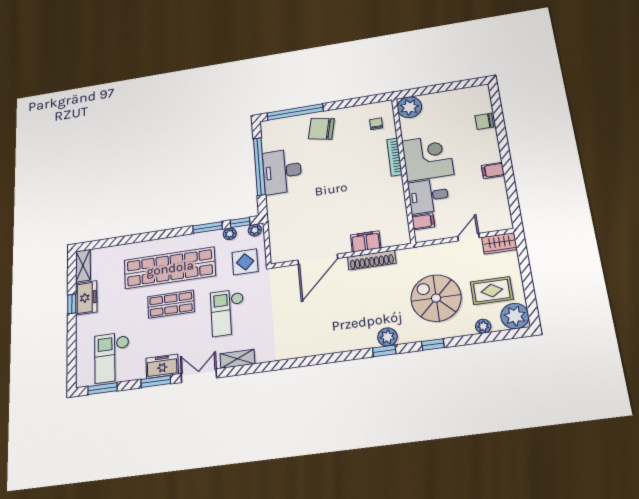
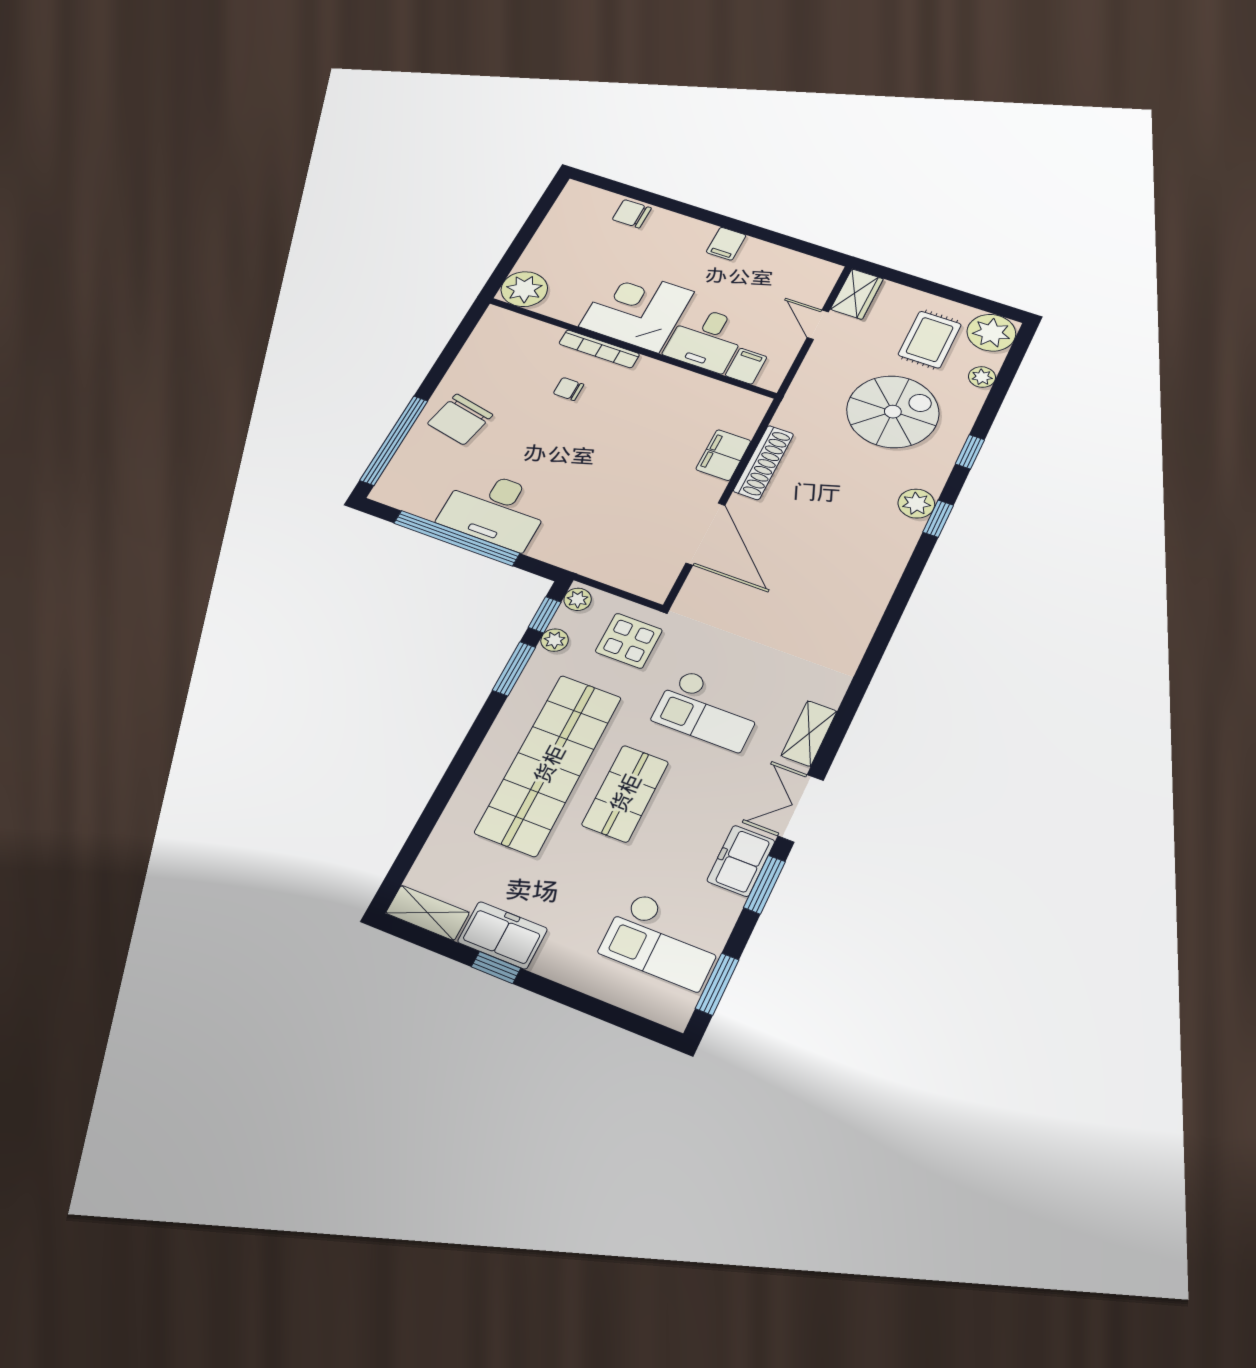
chair: (484, 121) -> (632, 214), turned 90
chair: (376, 124) -> (569, 389), moved
spiral stairs: (436, 298) -> (893, 412), turned 180

